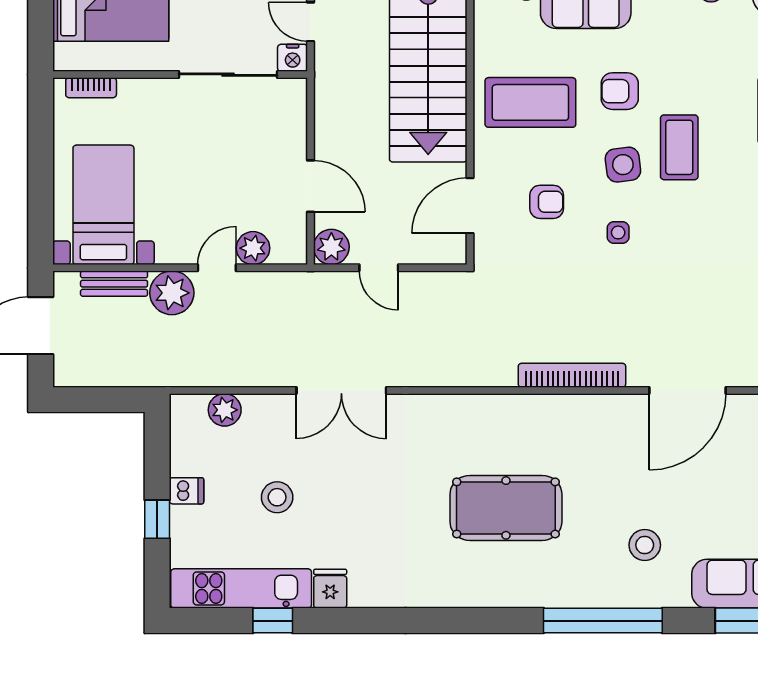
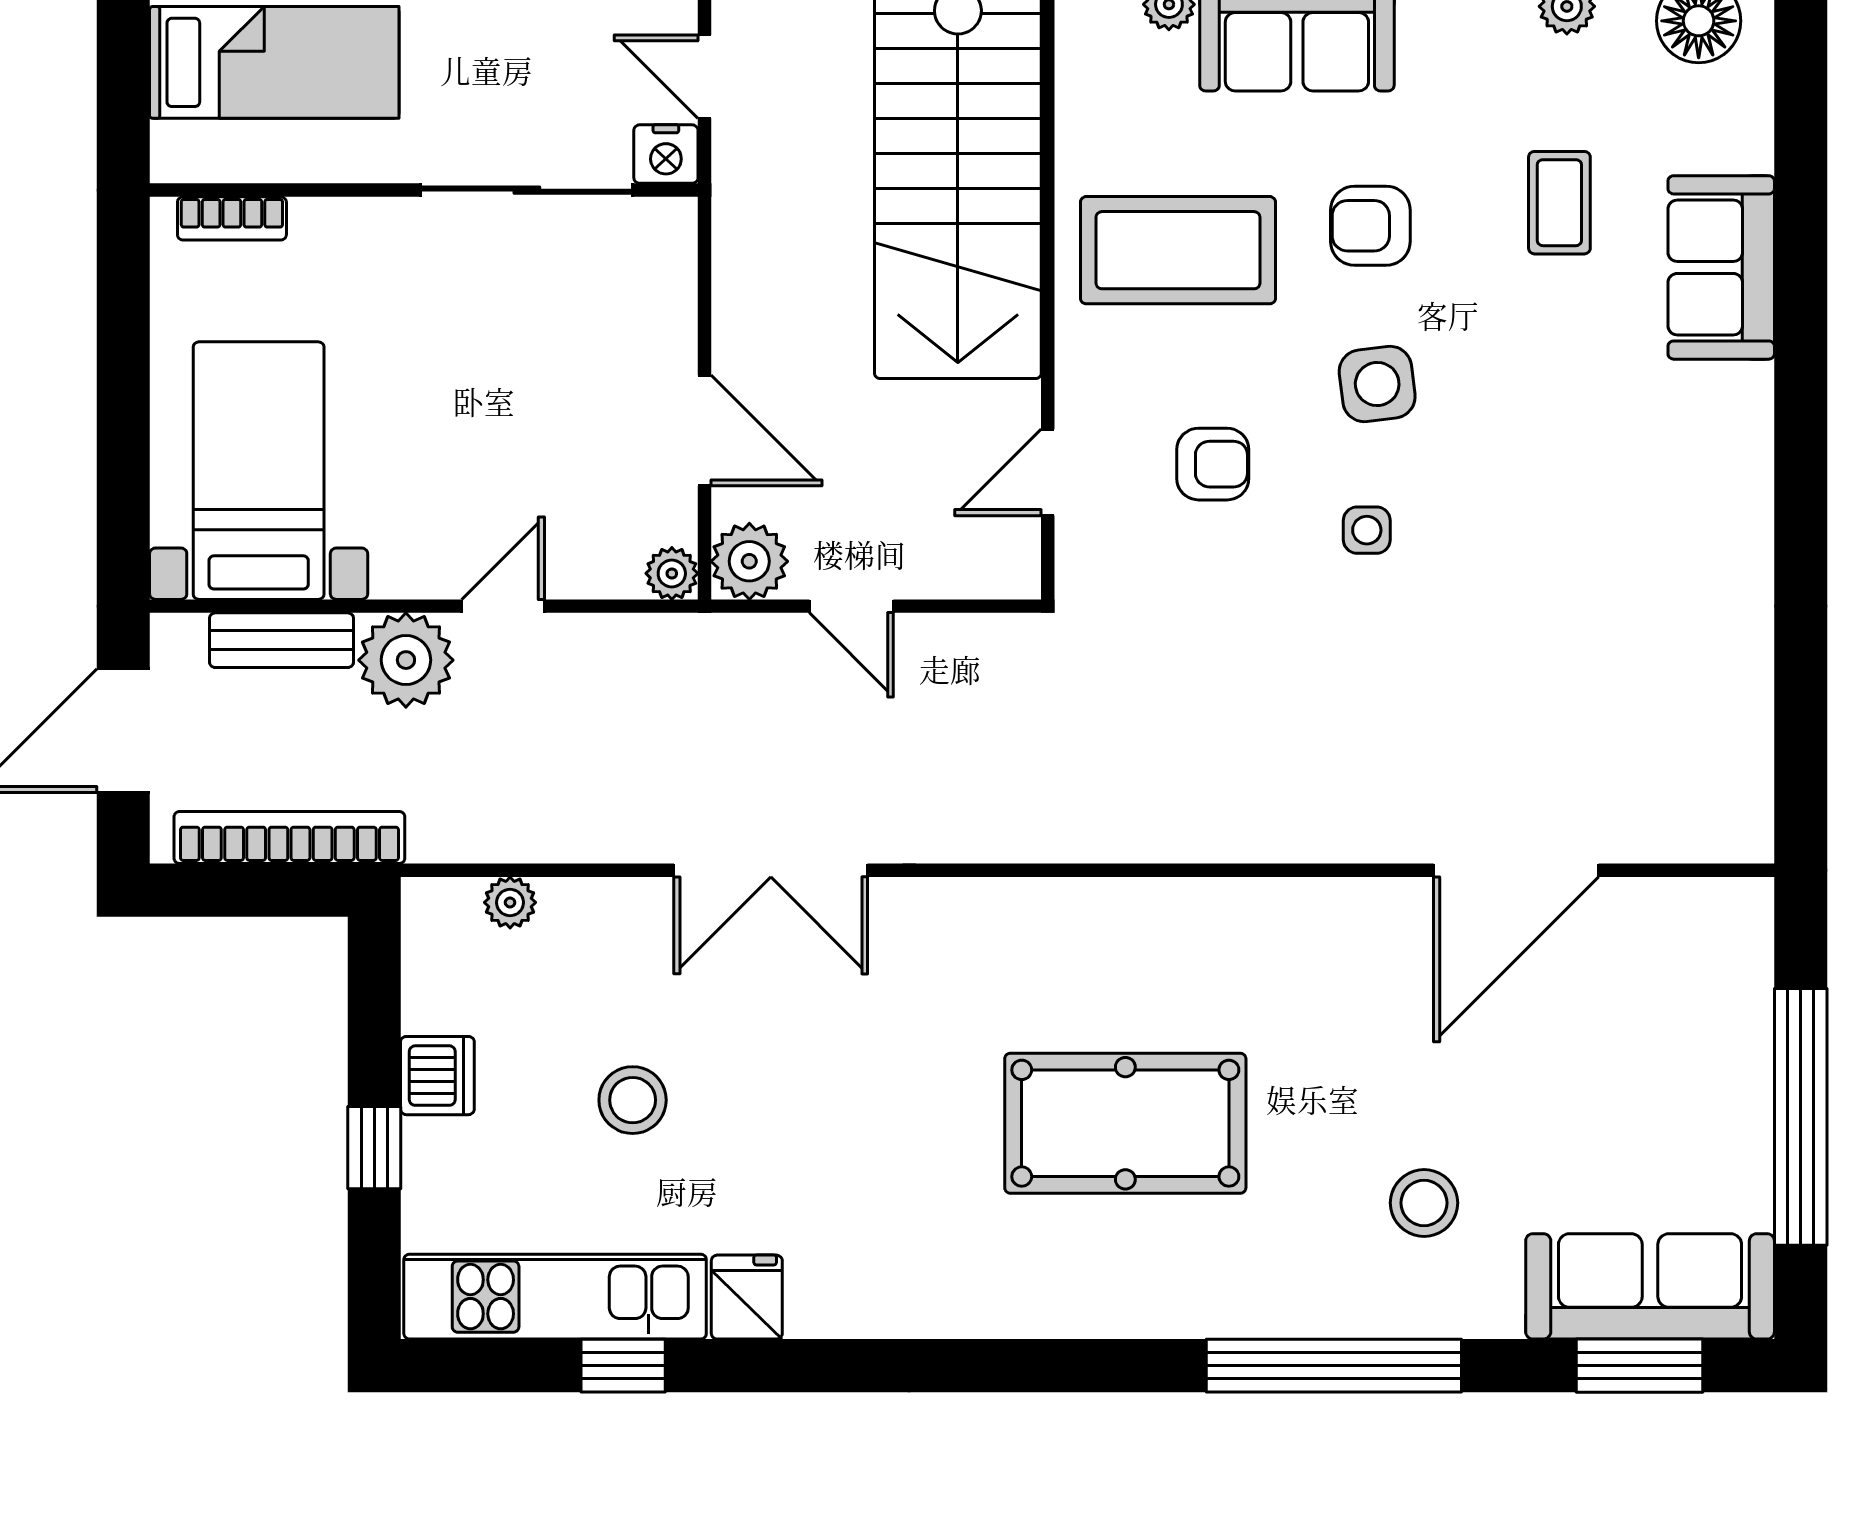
coffee table: (679, 147) -> (1559, 203), moved, width x0.73, depth x0.77
door: (470, 206) -> (1048, 472), width x0.73
plant: (253, 248) -> (672, 573), moved, width x0.73, depth x0.73
bookcase: (572, 375) -> (289, 838), moved
plant: (225, 410) -> (510, 902), width x0.73, depth x0.73
dishwasher: (186, 491) -> (437, 1076), width x1.38

